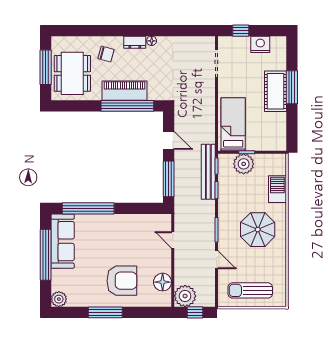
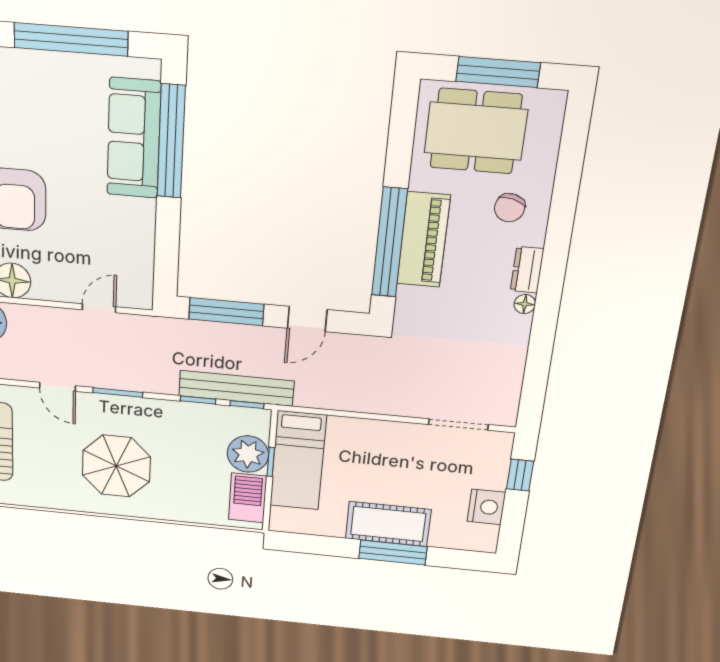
bed: (233, 124) -> (298, 461), moved, turned 90
barbecue: (277, 189) -> (248, 498), moved, turned -90
sofa: (63, 241) -> (134, 138), moved, turned 90
door: (217, 260) -> (58, 387), hinge flipped

